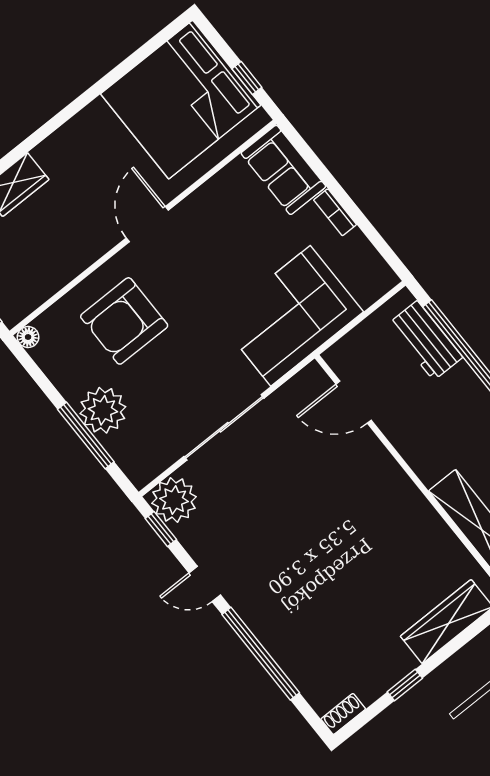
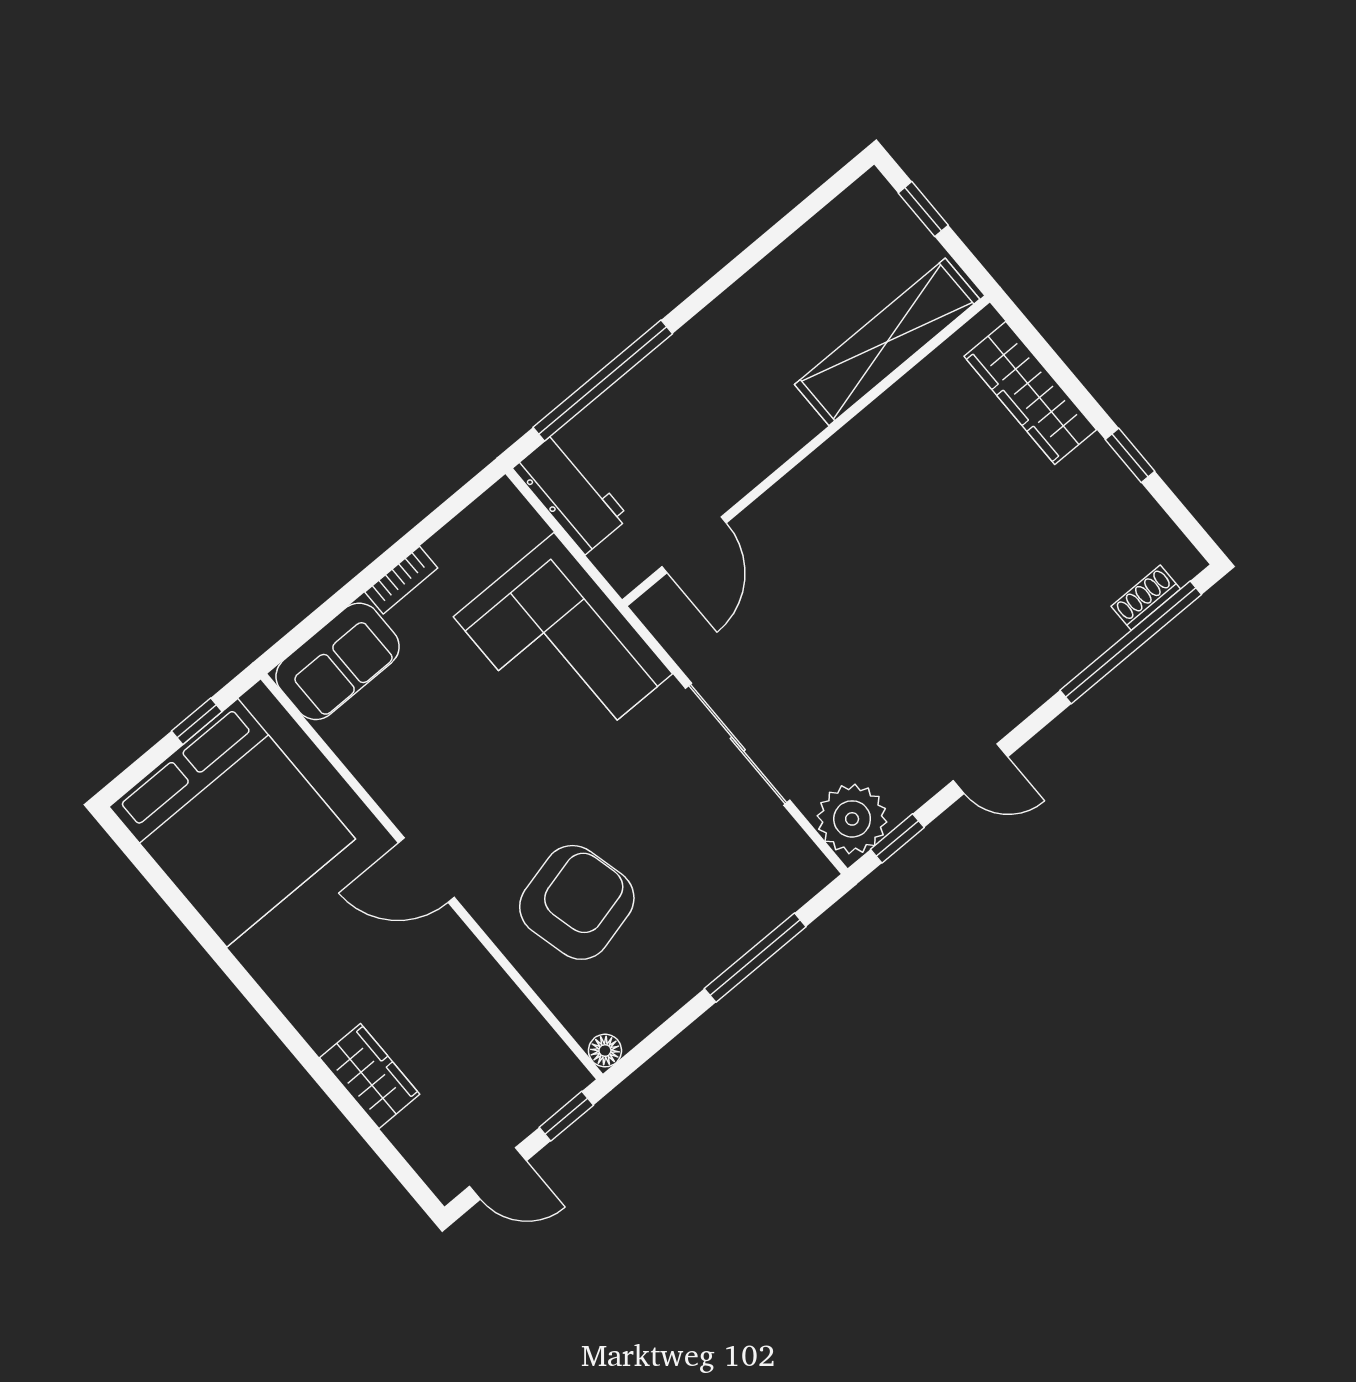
armchair: (124, 321) -> (577, 902), turned -104
workbench: (425, 340) -> (571, 493), moved, turned -90
plant: (103, 410) -> (716, 932), removed
door: (205, 584) -> (981, 769), hinge flipped
window: (261, 654) -> (1131, 642), moved
shoe rack: (343, 714) -> (1146, 598), moved, turned 90

